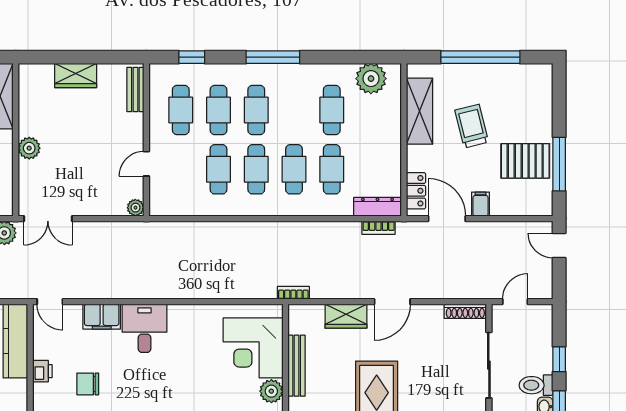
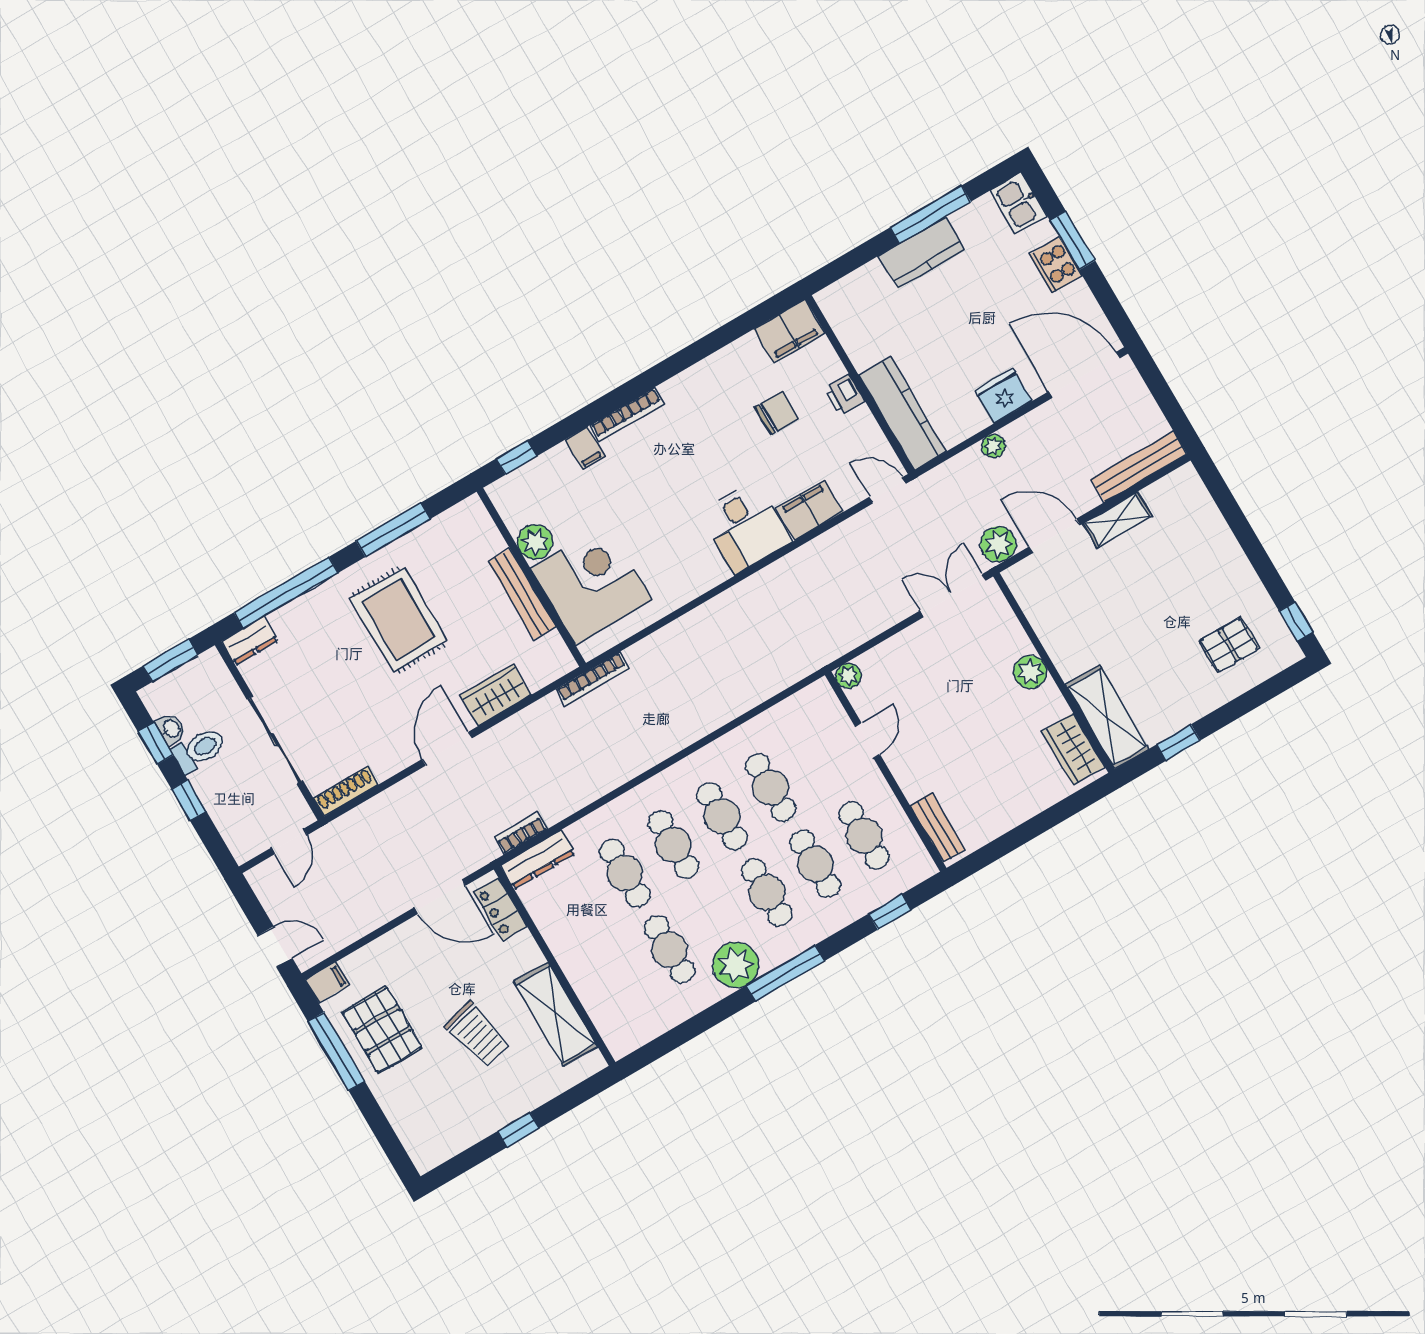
window: (480, 57) -> (518, 1130), width x0.32
wardrobe: (76, 75) -> (1073, 749), moved, turned -90
plant: (371, 79) -> (736, 965), moved
pallet: (525, 161) -> (382, 1030), turned 90
filing cabinet: (481, 204) -> (327, 982), moved, turned -90
bookcase: (293, 293) -> (593, 679), width x1.56

